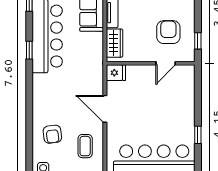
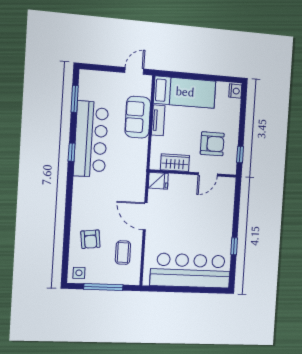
armchair: (168, 32) -> (212, 144), turned 90
wardrobe: (115, 43) -> (175, 163), moved, turned -90

